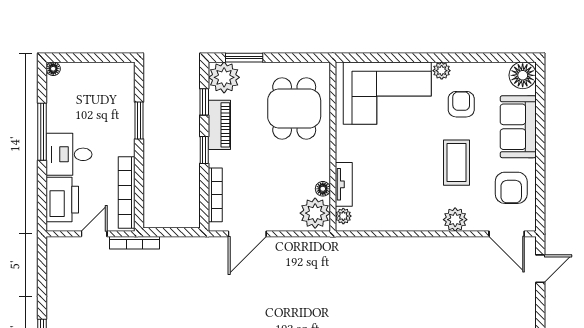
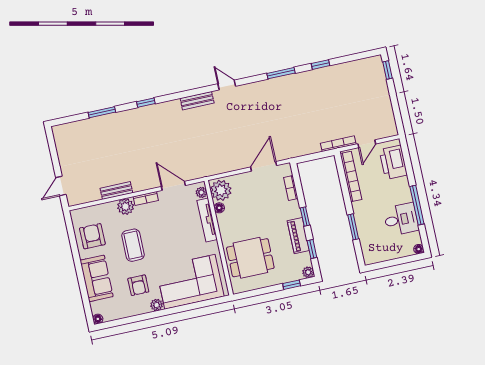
window: (244, 58) -> (292, 285), width x0.67
floor lamp: (523, 75) -> (98, 319), width x0.53, depth x0.53
plant: (224, 77) -> (308, 272), width x0.53, depth x0.53
dining table: (294, 108) -> (250, 258), turned 90
desk: (69, 154) -> (401, 219), moved
tv unit: (344, 184) -> (207, 220), width x1.41
bookcase: (215, 195) -> (291, 188), width x0.64
bookcase: (424, 225) -> (146, 199), added
door: (507, 234) -> (173, 186), moved
bench: (463, 245) -> (116, 191), added

